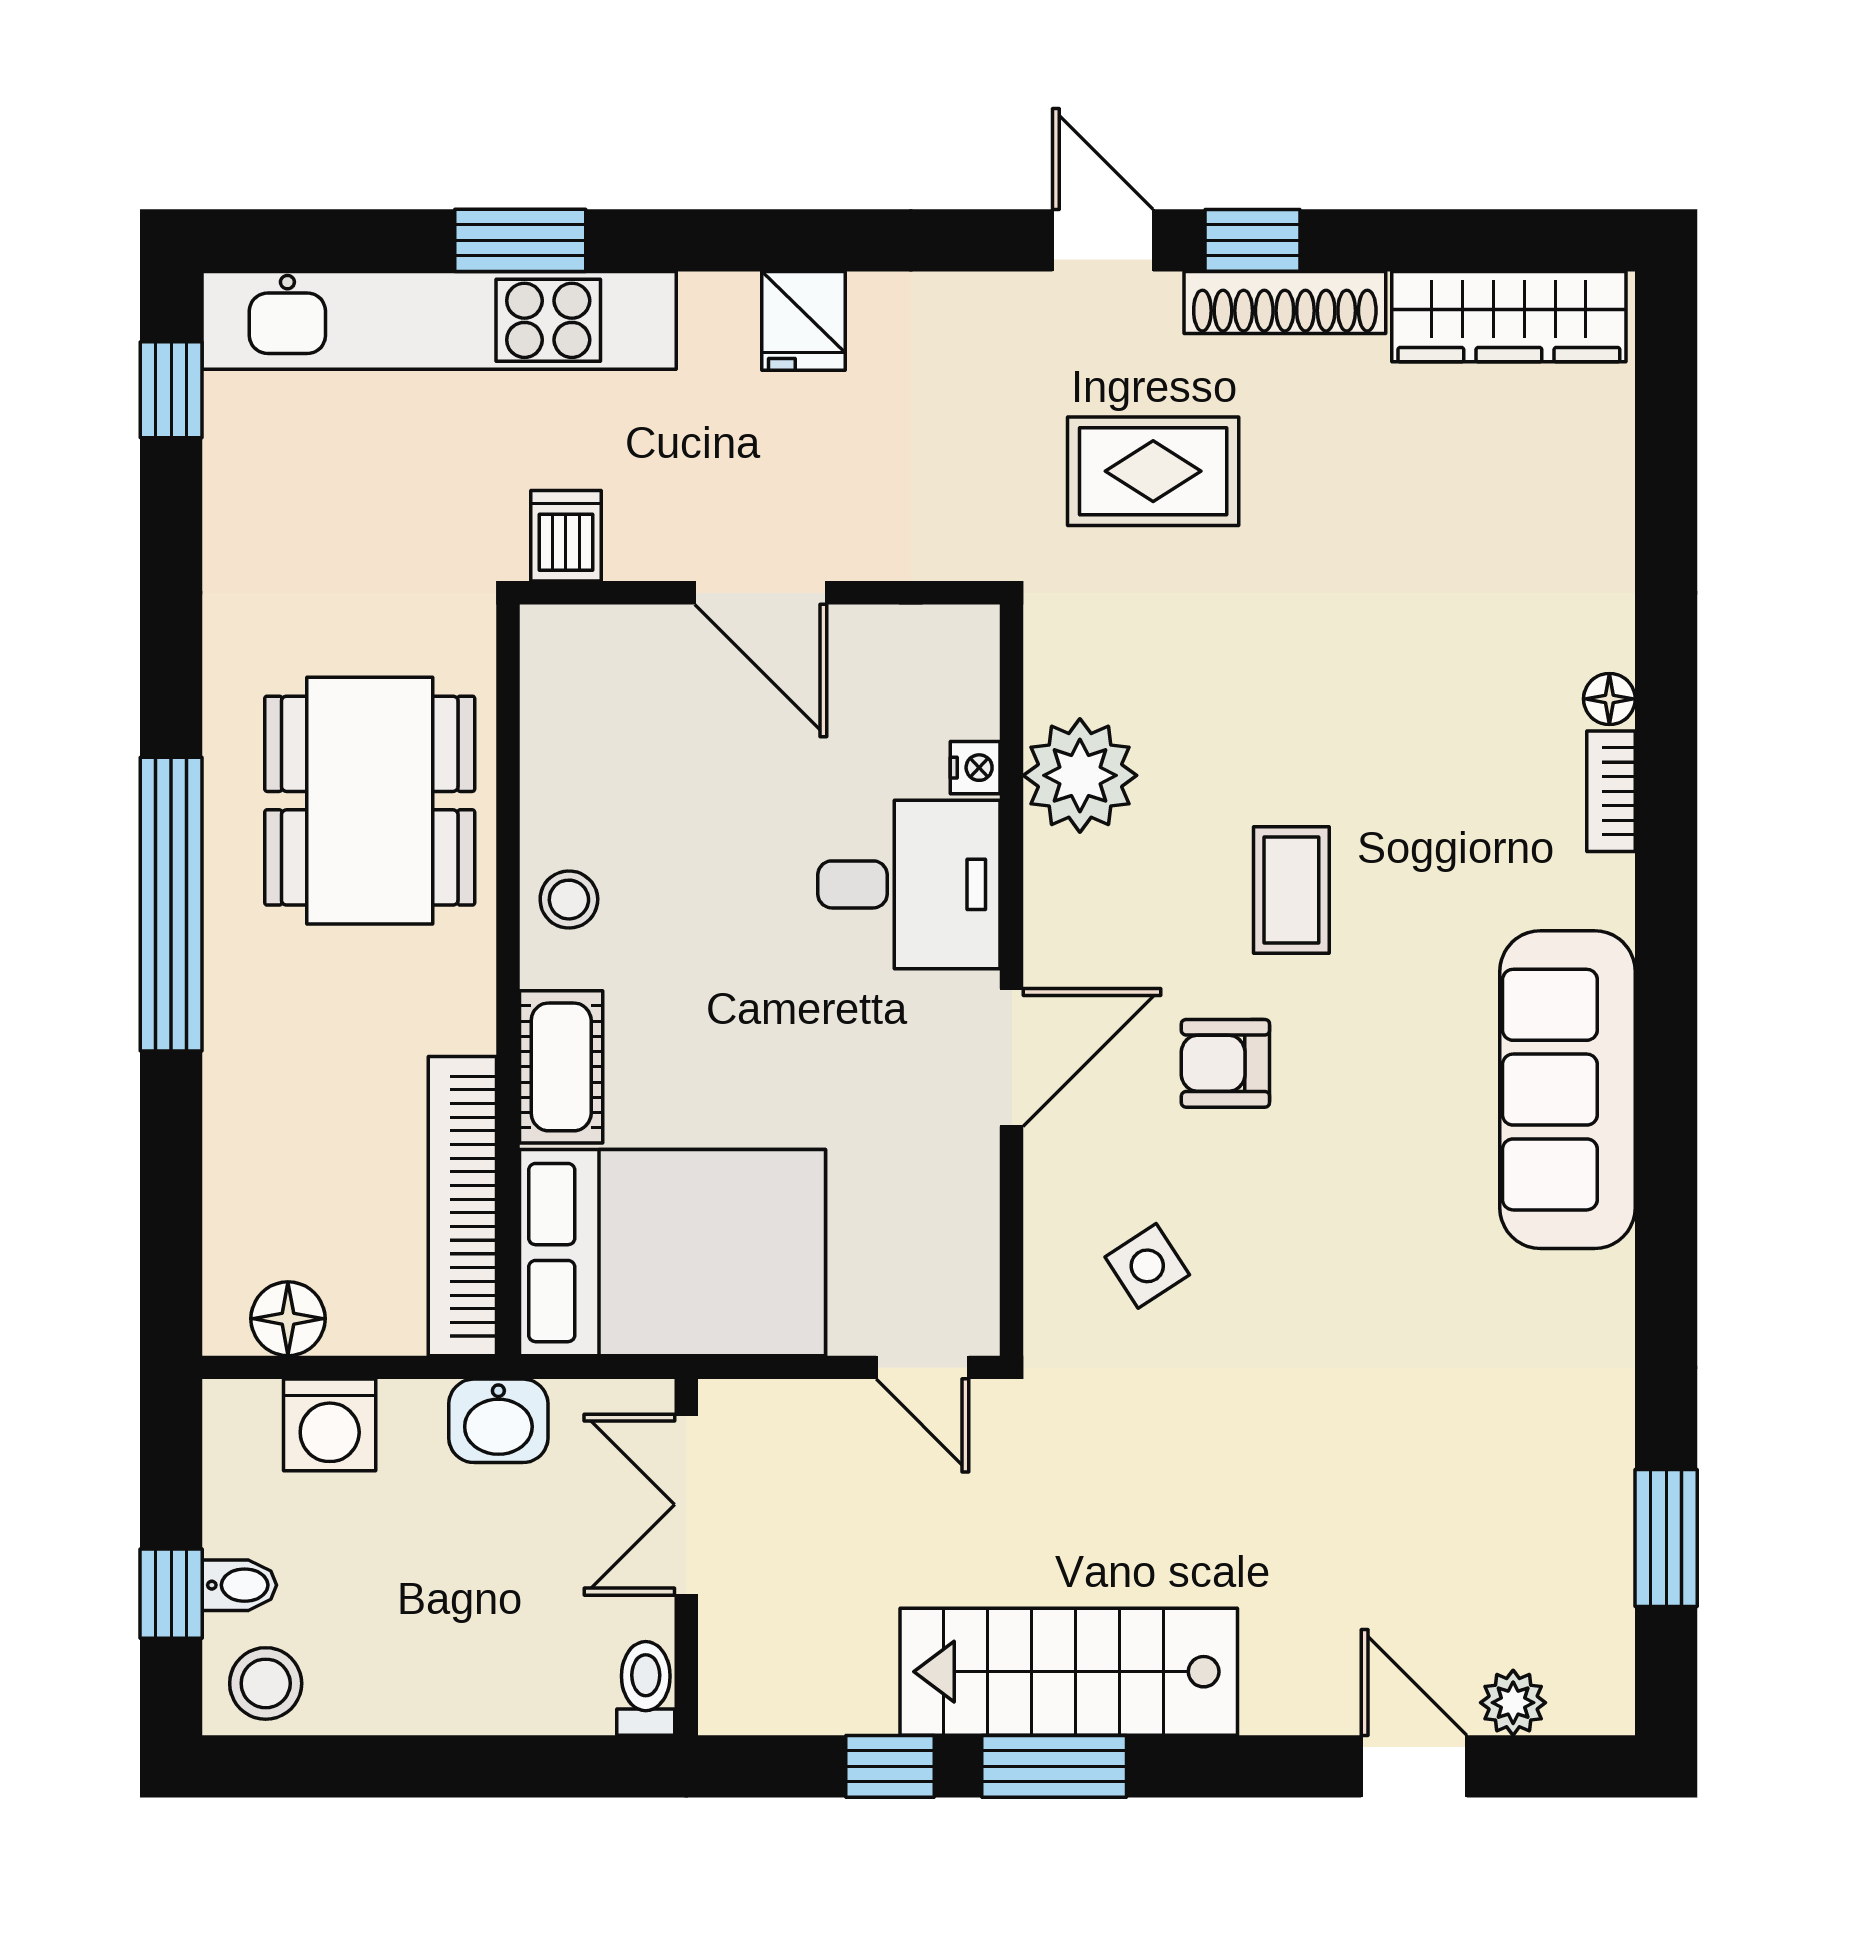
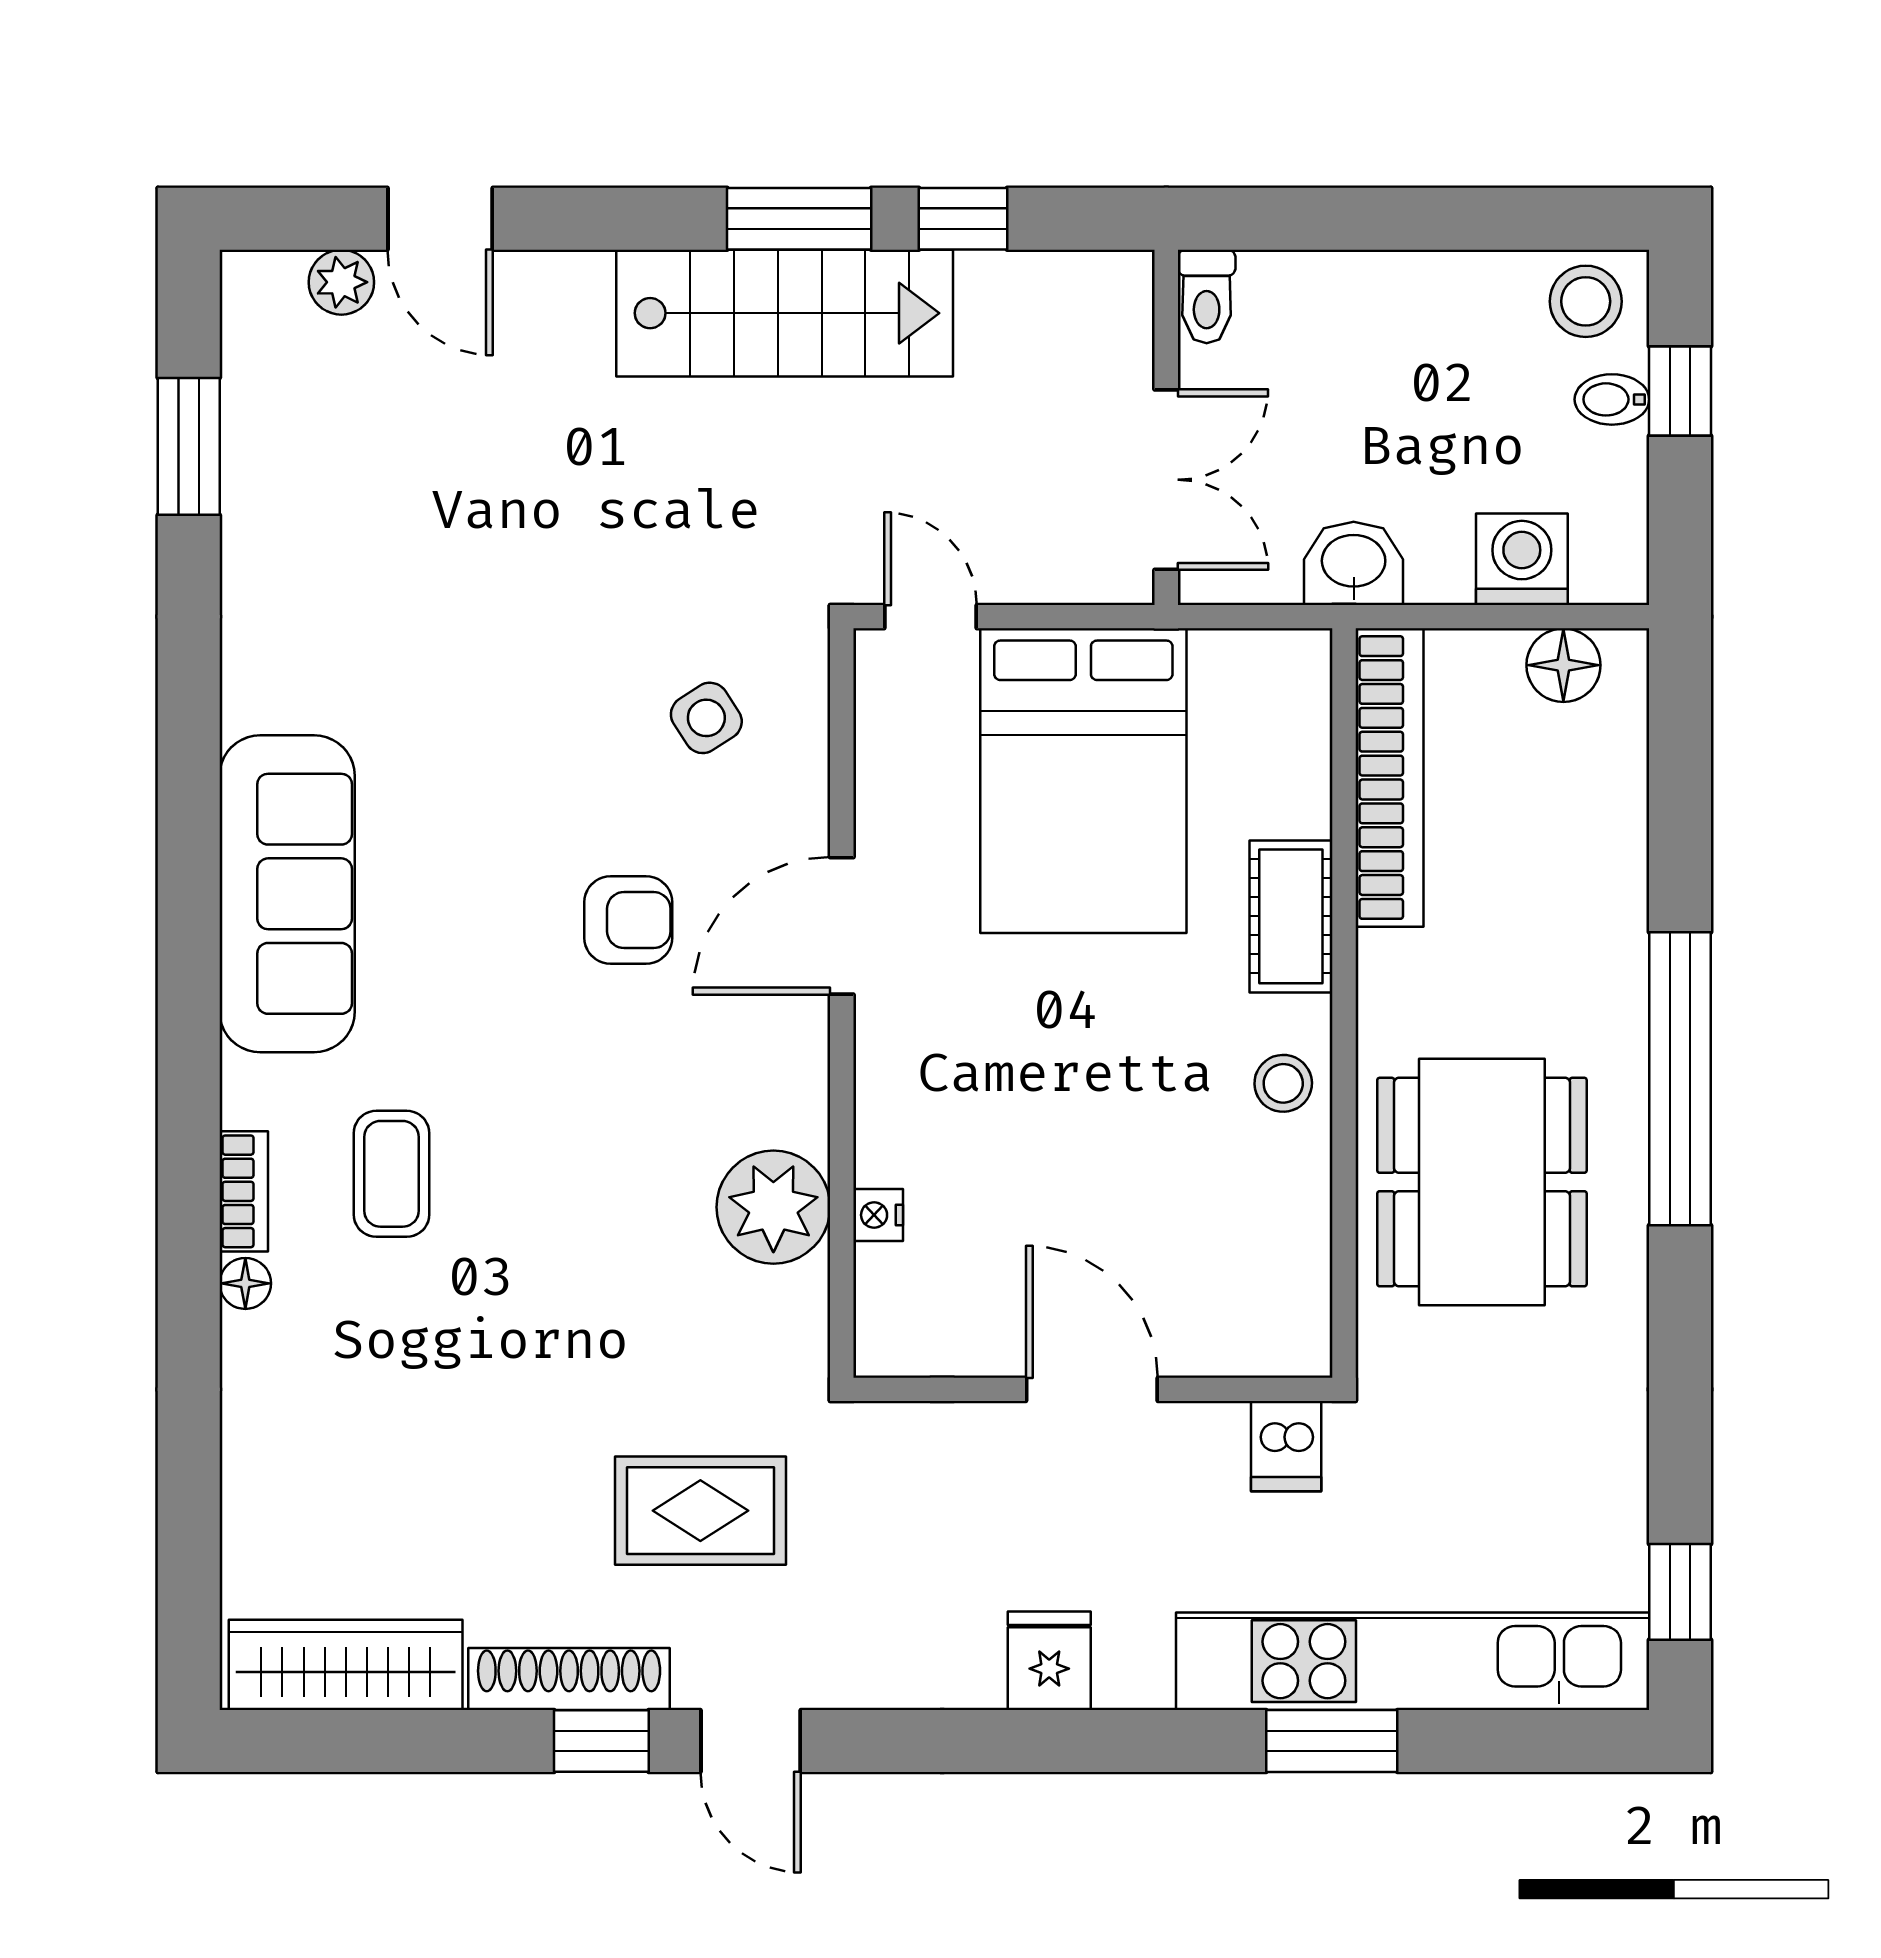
desk: (909, 884) -> (944, 1098), removed
coffee table: (1291, 890) -> (391, 1174), moved
bed: (673, 1253) -> (1083, 781), moved, turned -90

